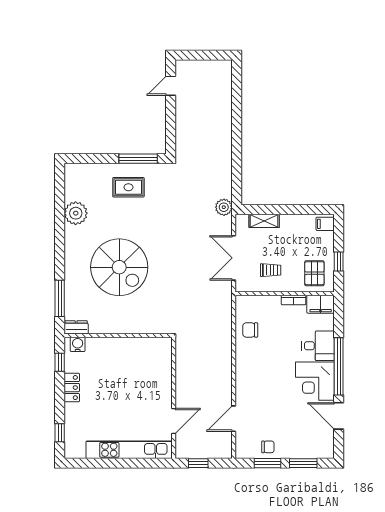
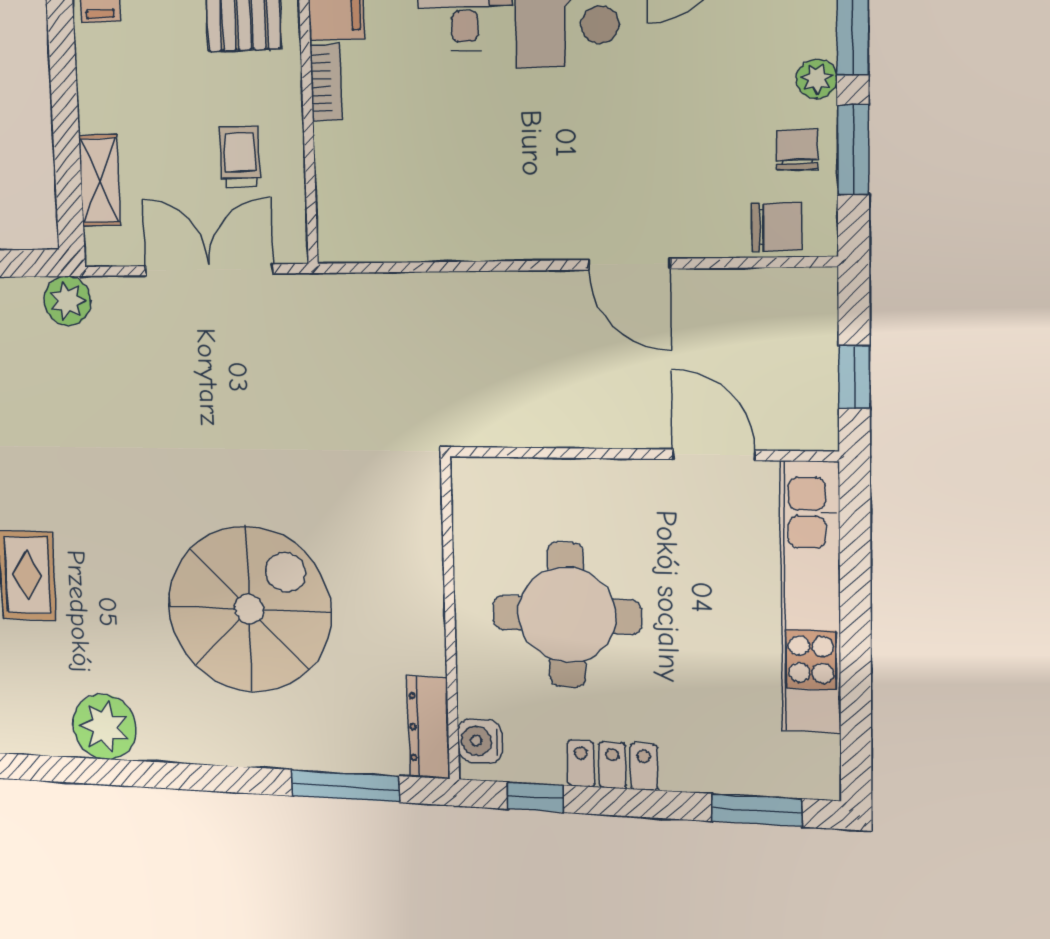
double door: (234, 258) -> (209, 270), swing flipped
dresser: (76, 327) -> (429, 727), width x1.44
chair: (250, 330) -> (777, 227), moved, turned -90
round table: (121, 374) -> (567, 615), added
door: (234, 419) -> (629, 264), moved
window: (60, 433) -> (757, 810), width x1.50
plant: (289, 453) -> (817, 79), added

